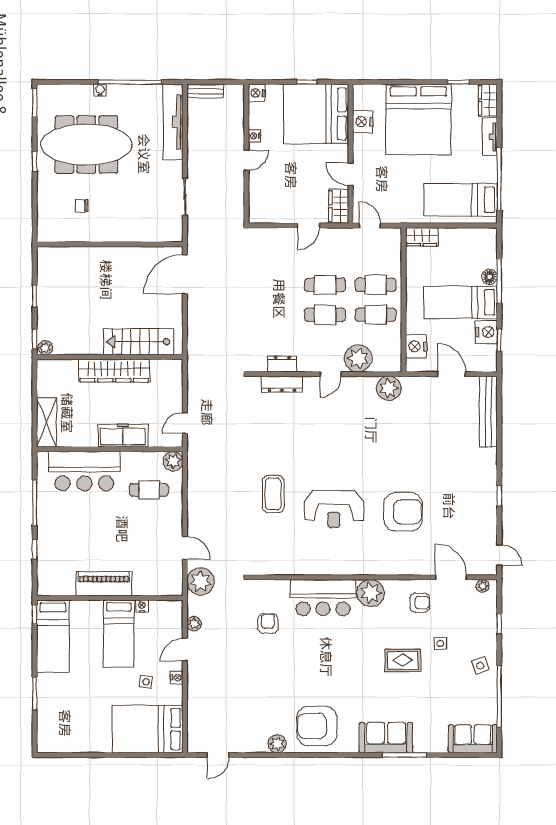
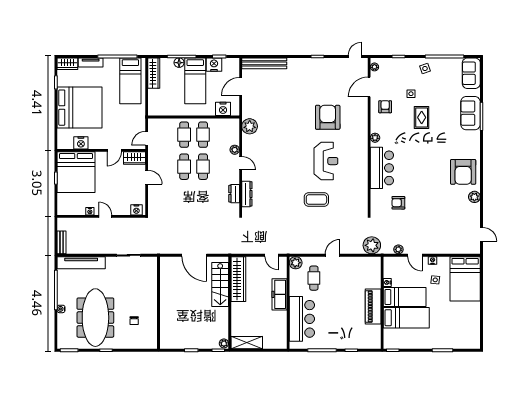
nightstand: (257, 93) -> (136, 210), moved
wardrobe: (422, 237) -> (154, 73), moved, width x1.50
door: (185, 274) -> (194, 255), moved
plant: (358, 358) -> (235, 150), width x0.53, depth x0.53
wardrobe: (114, 371) -> (238, 279), moved
shelving: (47, 422) -> (247, 343), moved
door: (185, 548) -> (333, 255), moved
plant: (371, 593) -> (375, 138), width x0.53, depth x0.53
bed: (53, 636) -> (406, 318), moved
sofa: (386, 738) -> (470, 113), moved

